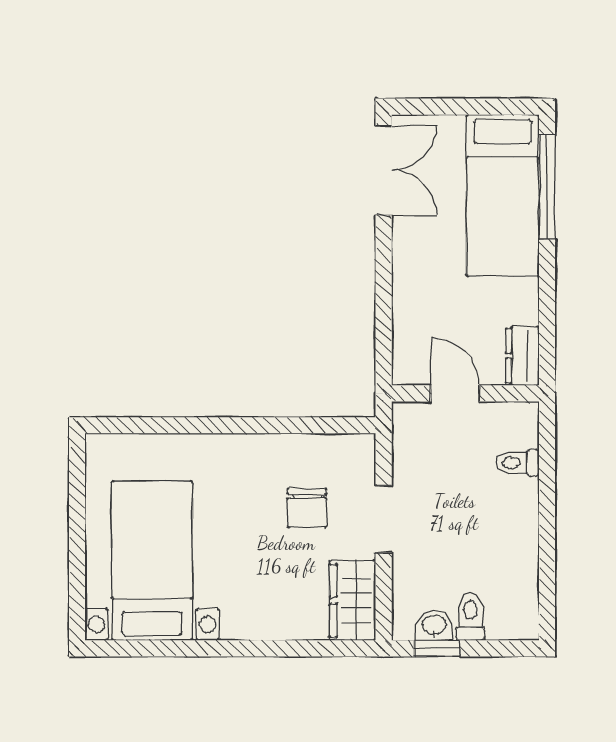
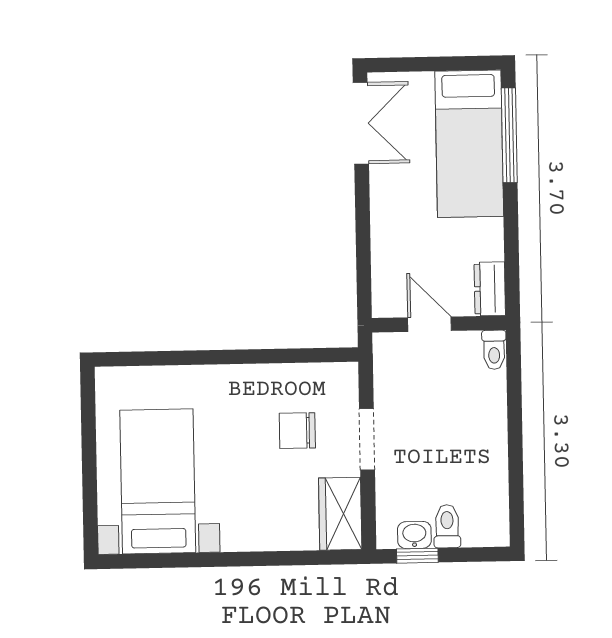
toilet: (517, 463) -> (494, 350), moved, turned -90
chair: (307, 508) -> (297, 431), turned 90

